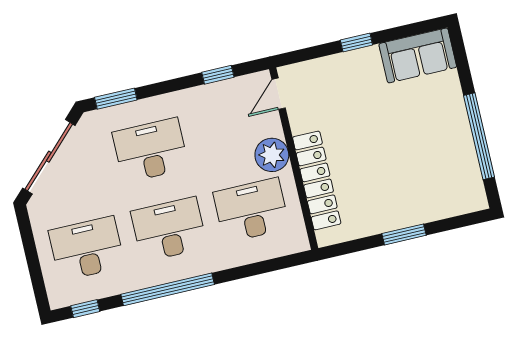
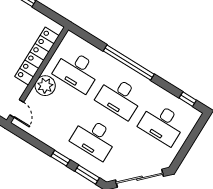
window: (218, 75) -> (61, 158), moved
door: (279, 94) -> (17, 109), hinge flipped
window: (168, 289) -> (129, 63), moved

